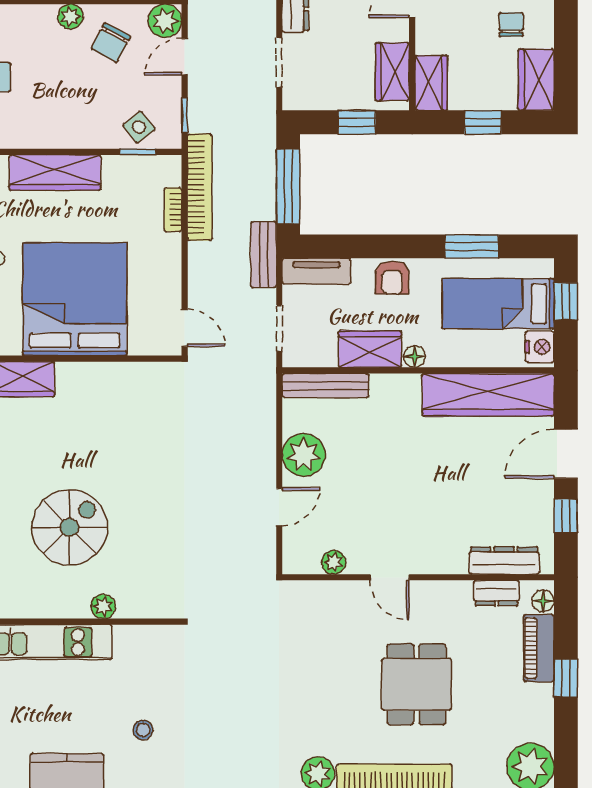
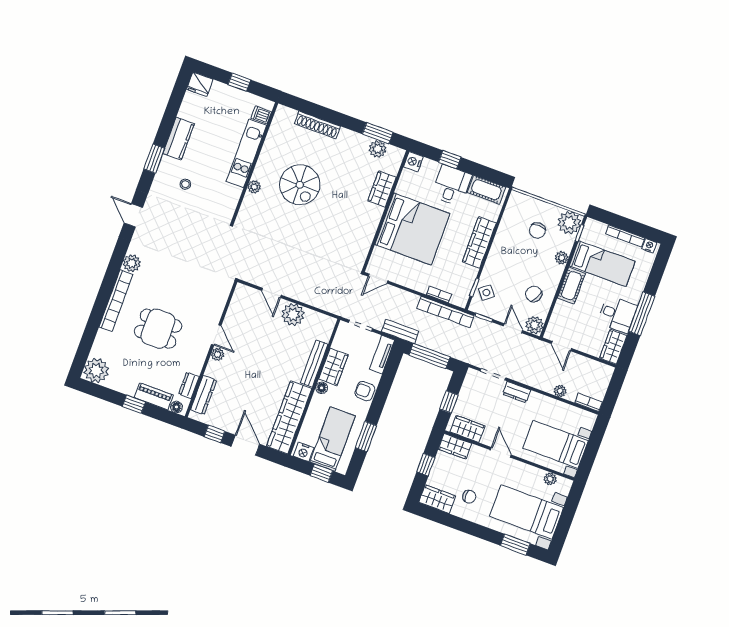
plant: (70, 16) -> (562, 258), moved
bench: (325, 386) -> (314, 364), moved
plant: (334, 562) -> (218, 354), moved
door: (390, 577) -> (216, 335), swing flipped

